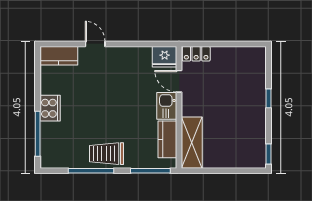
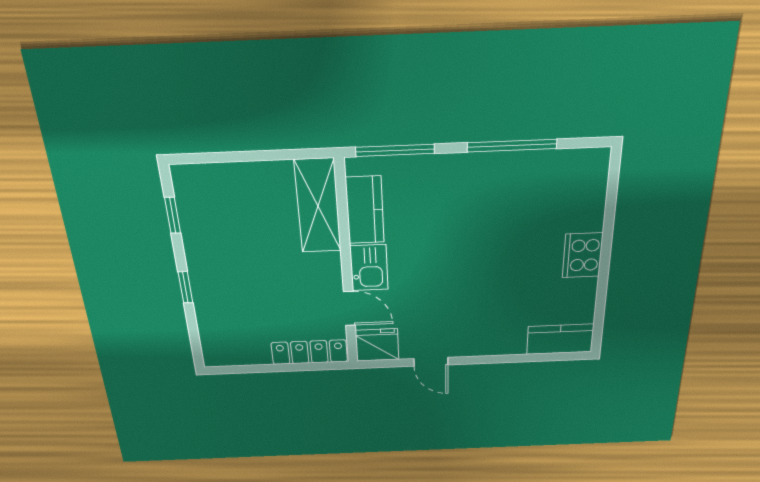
door: (95, 44) -> (431, 362), moved
locker: (196, 54) -> (309, 352), width x1.53
window: (38, 134) -> (610, 210), removed
trolley: (106, 154) -> (481, 179), removed
window: (268, 154) -> (173, 215), moved

